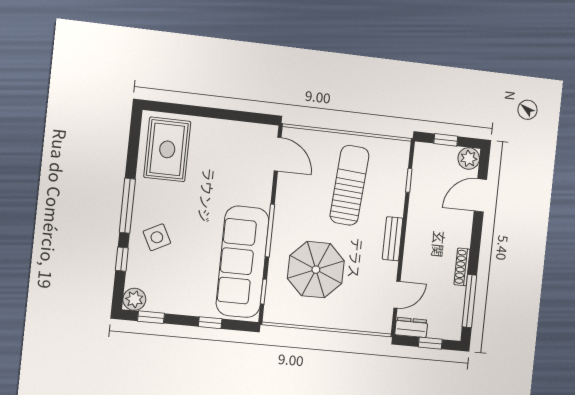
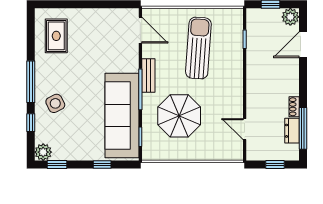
rug: (167, 149) -> (56, 36), width x0.73, depth x0.70
bench: (393, 239) -> (148, 75), moved
shoe rack: (462, 267) -> (294, 107), width x0.70
door: (397, 295) -> (245, 129), swing flipped
dresser: (411, 327) -> (292, 131), moved, turned -90

